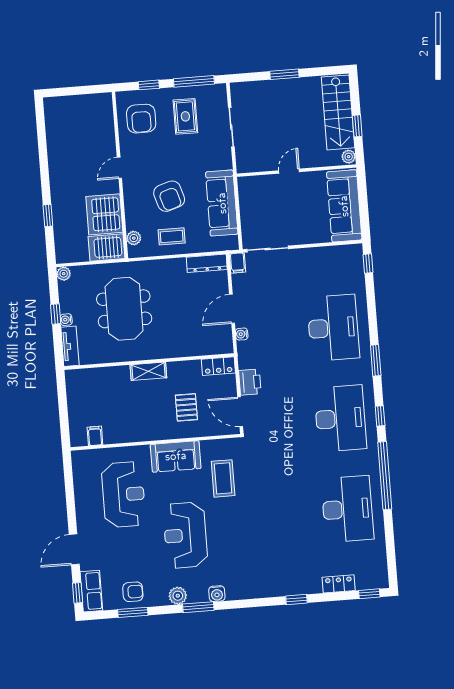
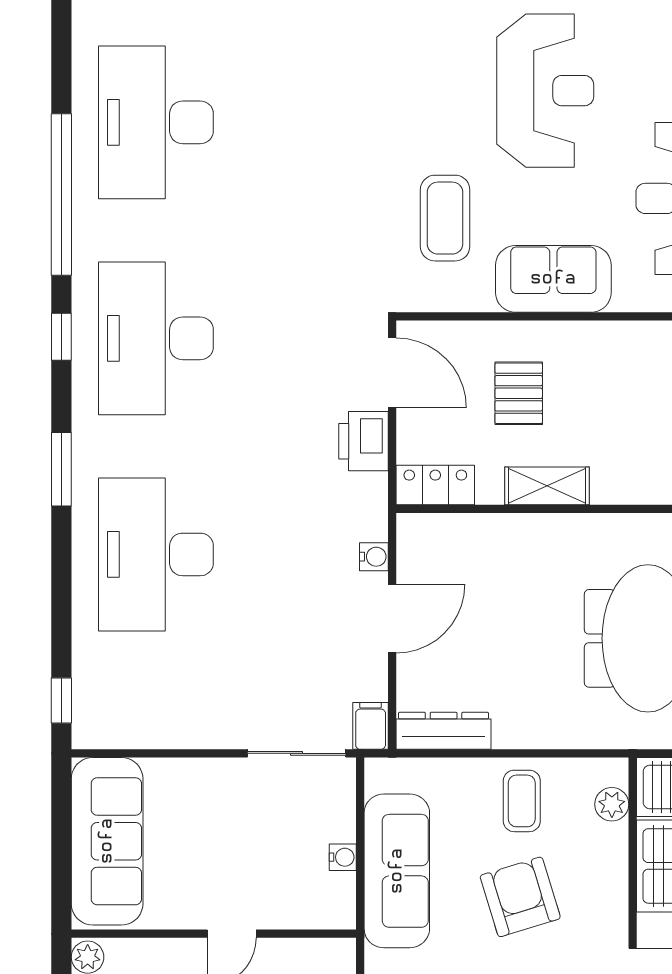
water cooler: (245, 207) -> (343, 857), added
coffee table: (172, 236) -> (522, 801), turned 90
shelving: (148, 371) -> (547, 486), moved

